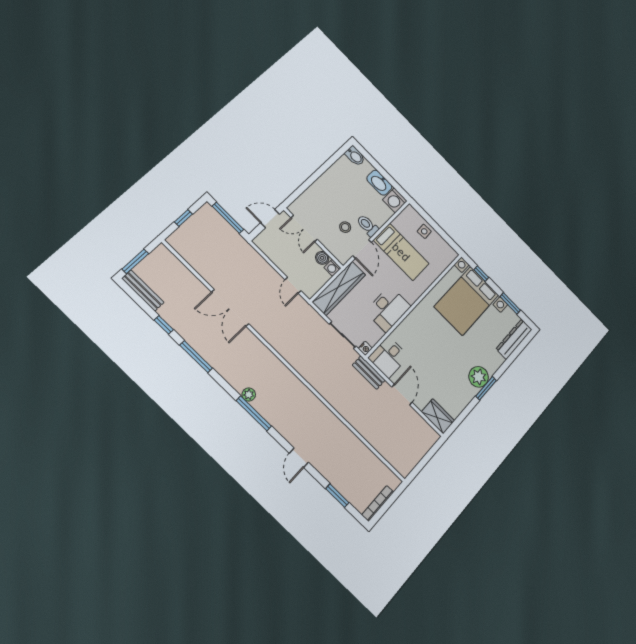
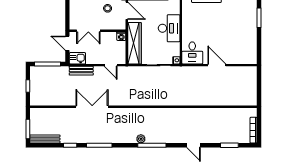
door: (270, 219) -> (67, 43), hinge flipped
kitchen sink: (265, 244) -> (77, 58), added
boiler: (322, 258) -> (111, 36), removed
double door: (230, 308) -> (92, 107), swing flipped
bench: (369, 373) -> (81, 71), moved
plant: (479, 377) -> (249, 16), removed
wardrobe: (438, 416) -> (246, 58), removed

